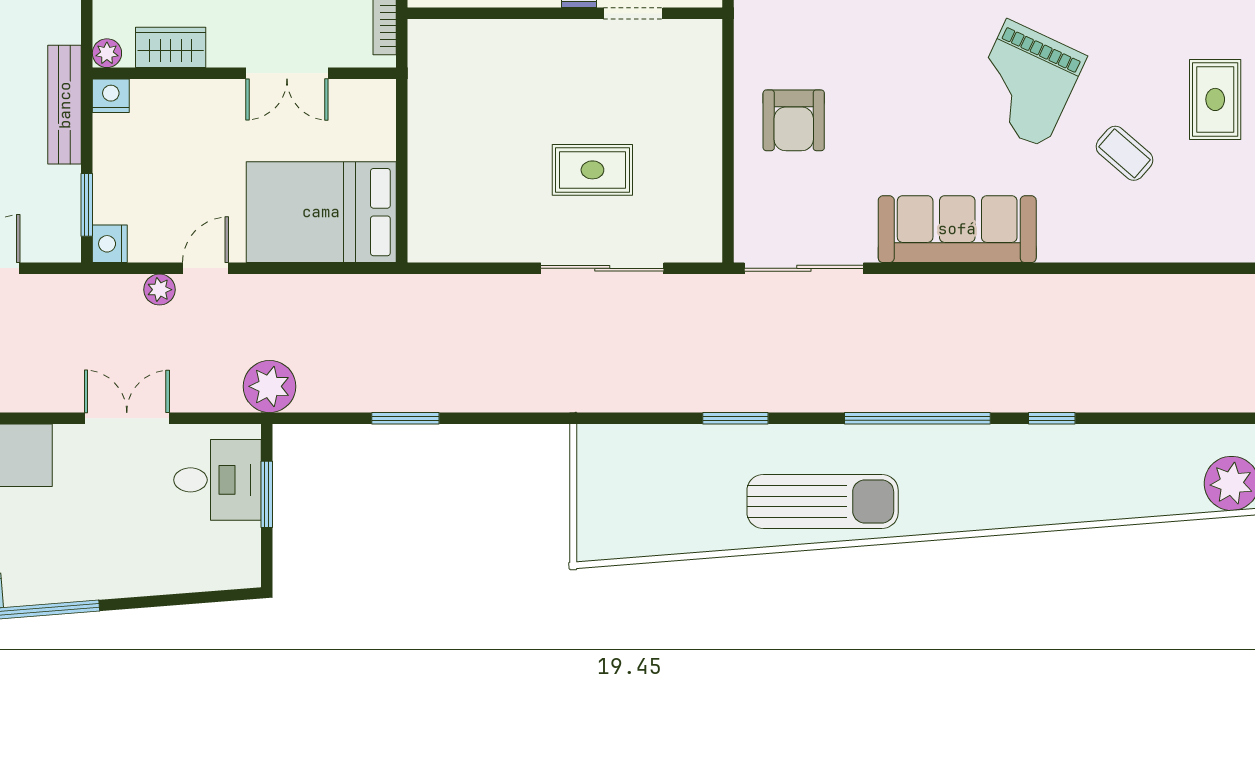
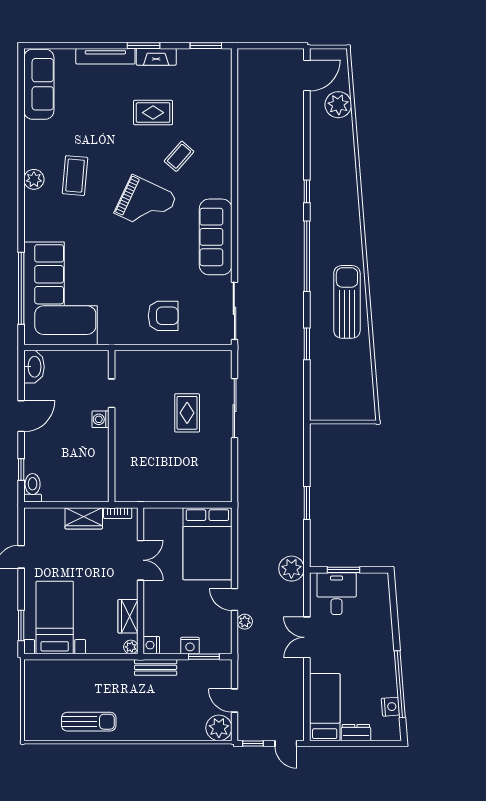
bench: (65, 105) -> (156, 667), width x0.73
nightstand: (110, 244) -> (190, 646), moved

